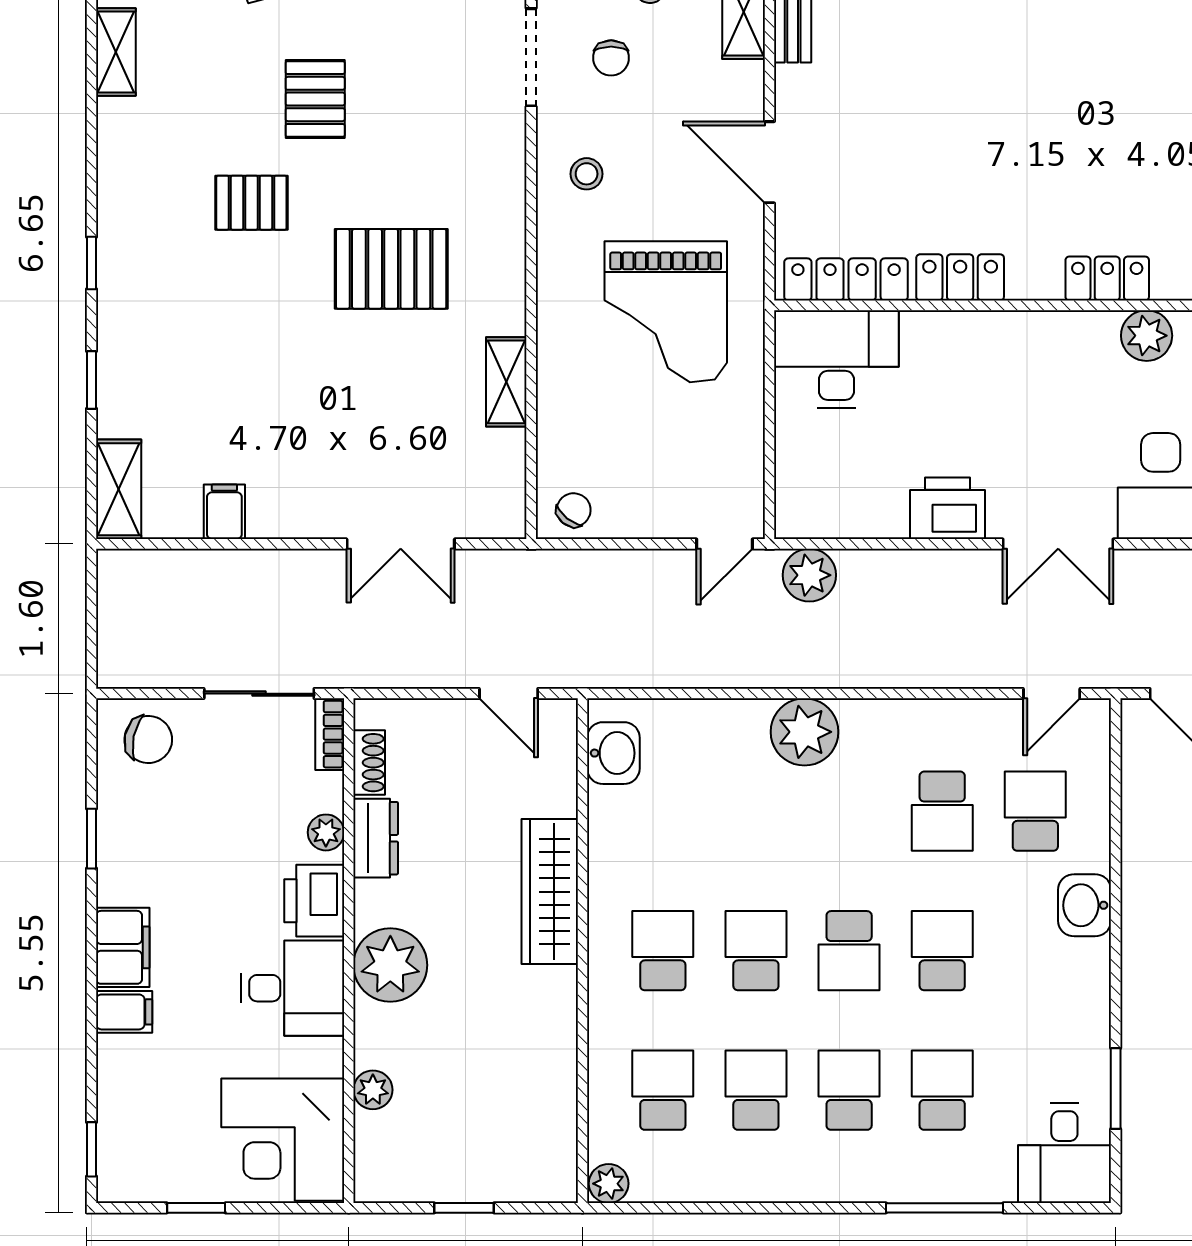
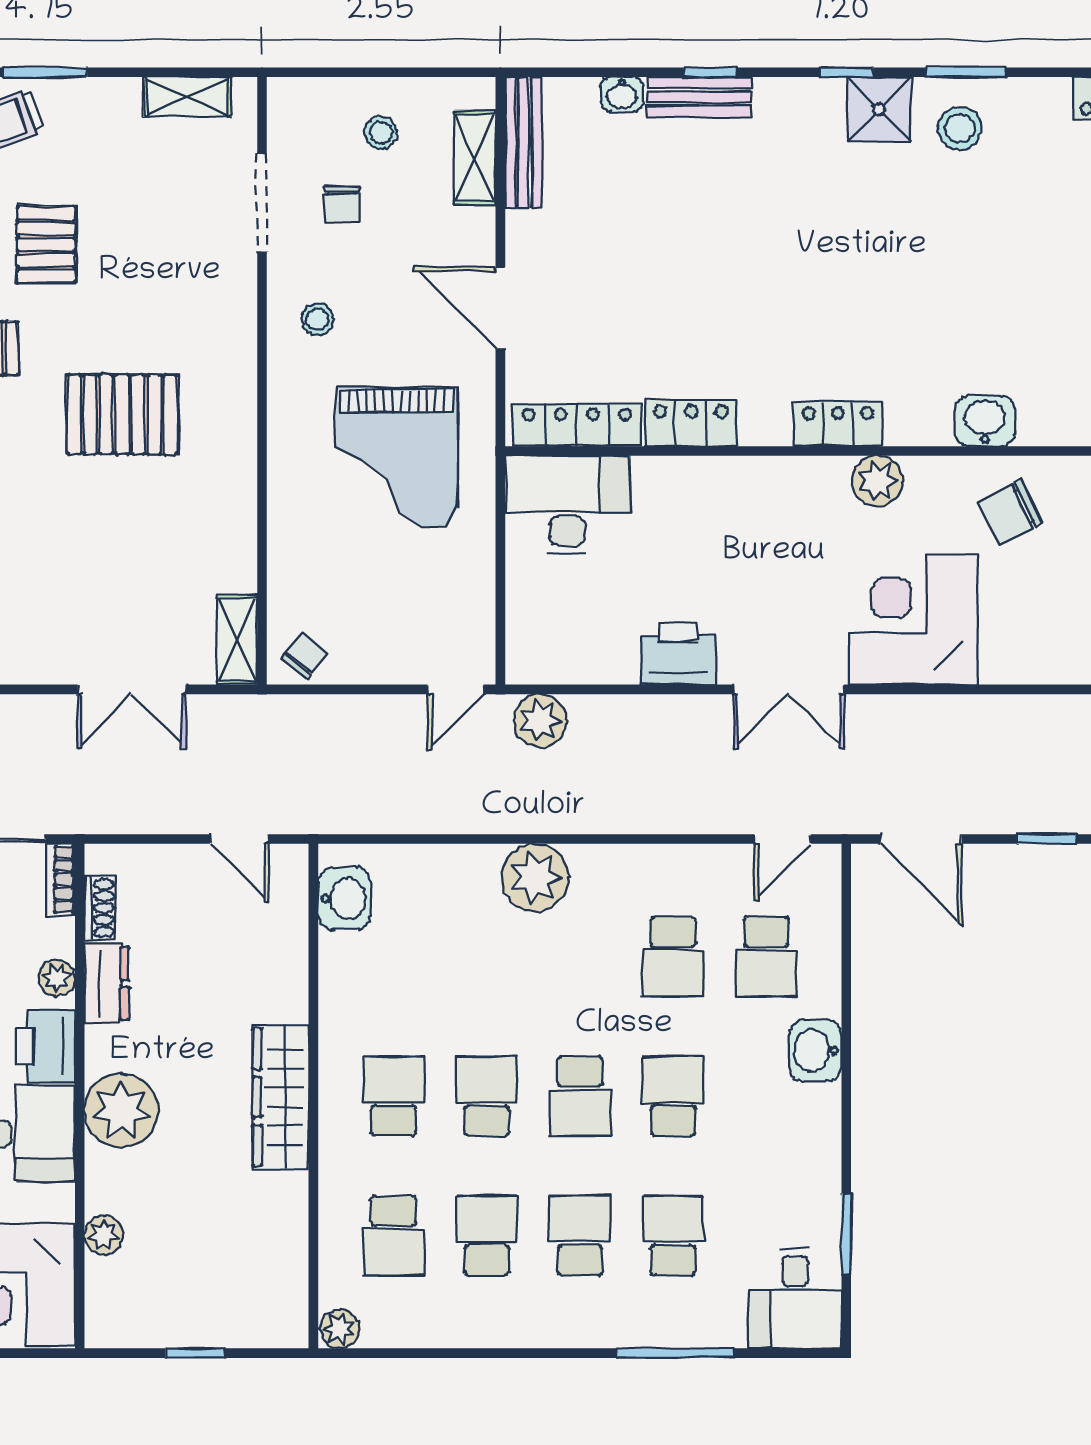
shelving: (506, 382) -> (237, 640), moved
school desk: (1035, 811) -> (766, 957), turned 180
wardrobe: (550, 892) -> (281, 1097), moved
school desk: (663, 1090) -> (394, 1236), turned 180

